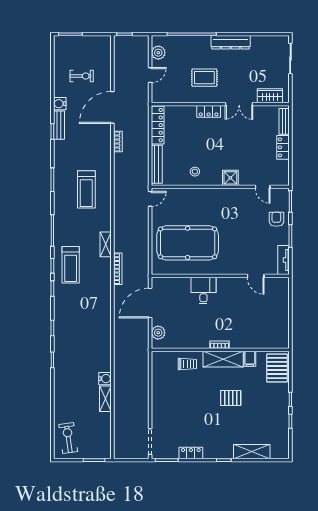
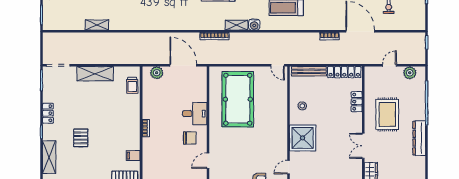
door: (150, 75) -> (389, 65), swing flipped
rug: (204, 78) -> (387, 114), width x1.36, depth x1.43
locker: (209, 111) -> (357, 102), moved
shower: (230, 178) -> (303, 138), width x1.86, depth x1.86
chair: (230, 296) -> (190, 138), added
shelving: (223, 359) -> (95, 74), moved, turned 90
trolley: (187, 364) -> (132, 85), moved
water cooler: (105, 379) -> (254, 25), moved
pallet: (231, 398) -> (81, 138), moved
locker: (191, 453) -> (48, 113), moved

